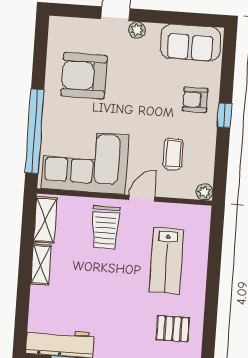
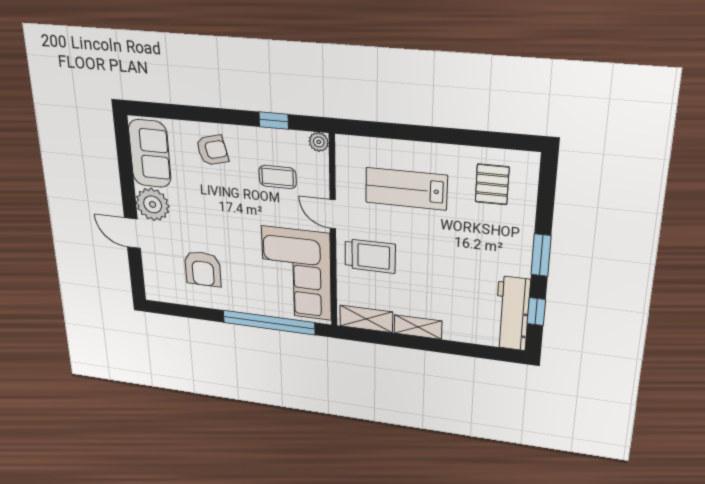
plant: (137, 30) -> (153, 204), width x1.87, depth x1.87
armchair: (84, 76) -> (203, 269), width x0.73, depth x0.73
armchair: (195, 100) -> (212, 150), turned -104
window: (224, 115) -> (274, 121), moved
lab bench: (167, 261) -> (406, 189), turned 180

